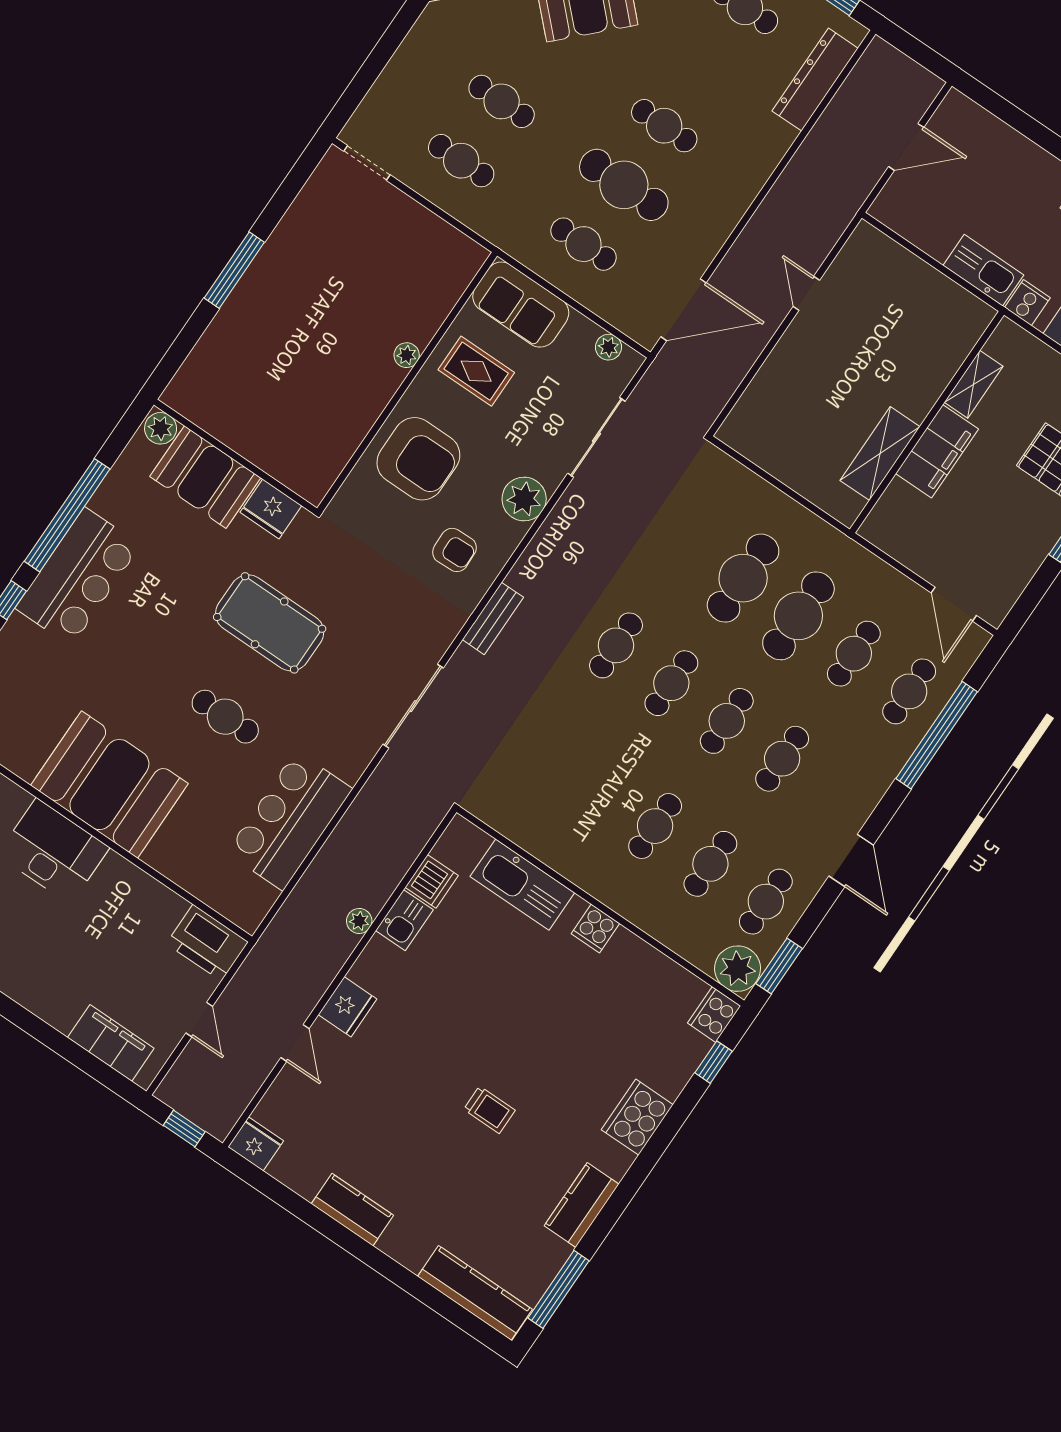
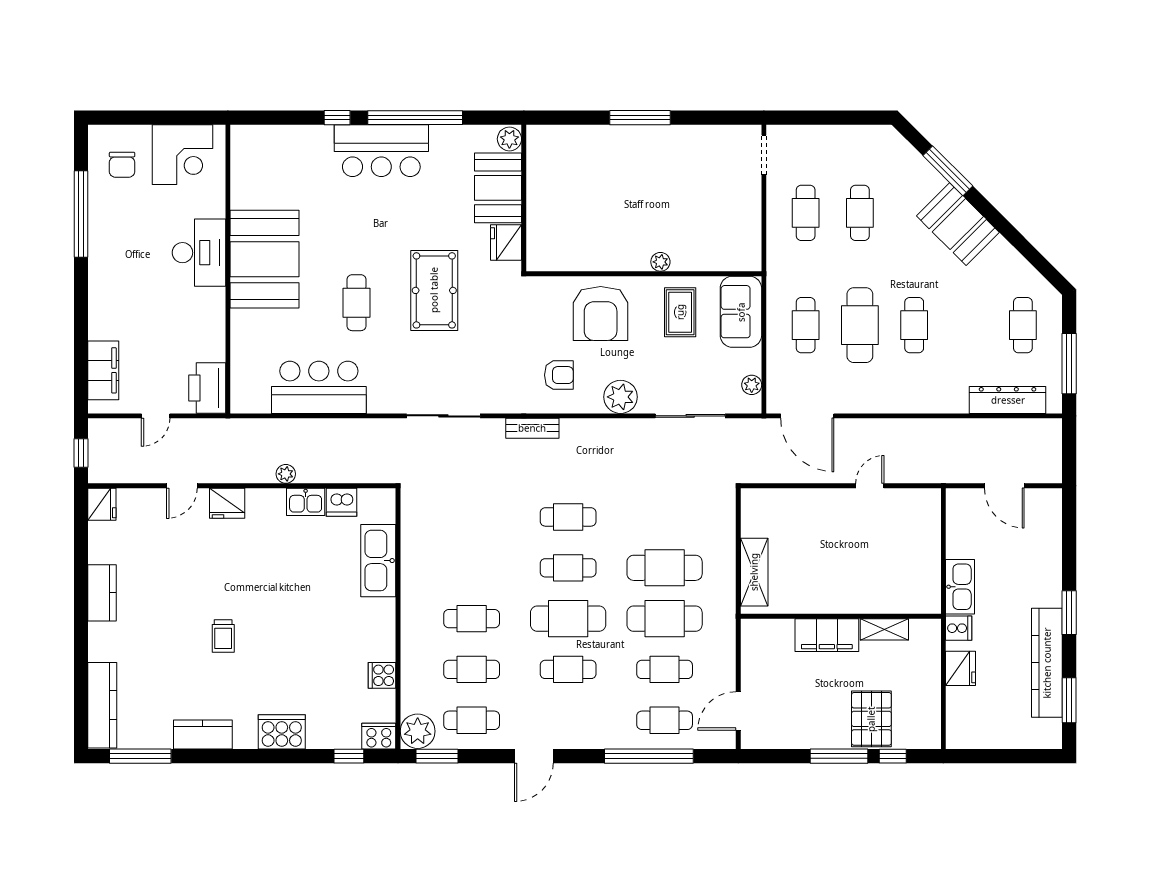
shelving: (880, 454) -> (754, 572), moved, turned 90
armchair: (454, 550) -> (559, 375), turned -88
cafe table: (727, 721) -> (568, 619), width x1.37, depth x1.35
cooker: (595, 929) -> (382, 675), moved

